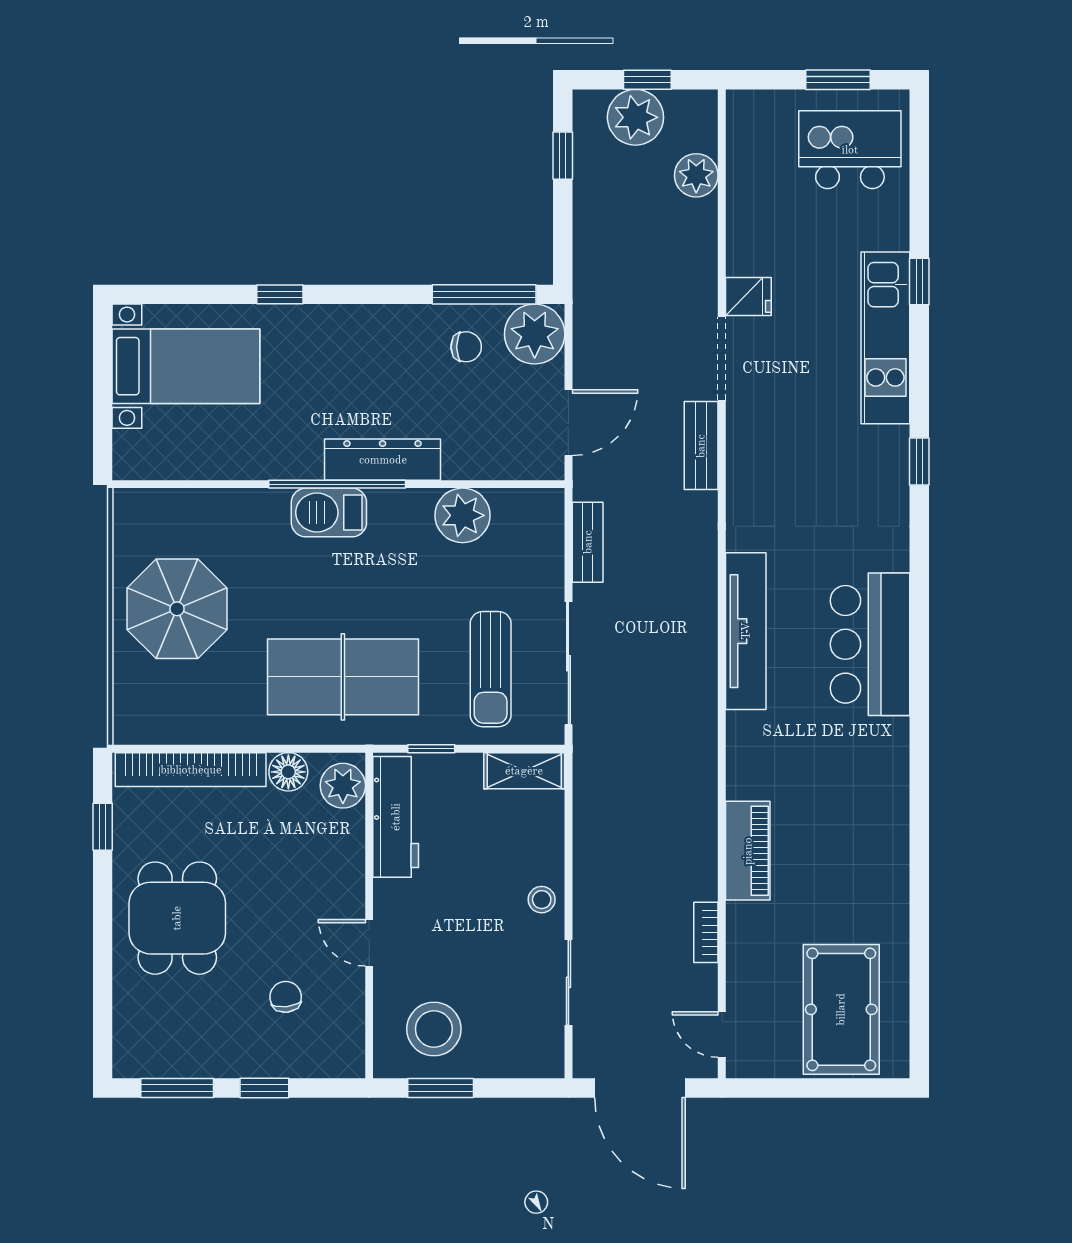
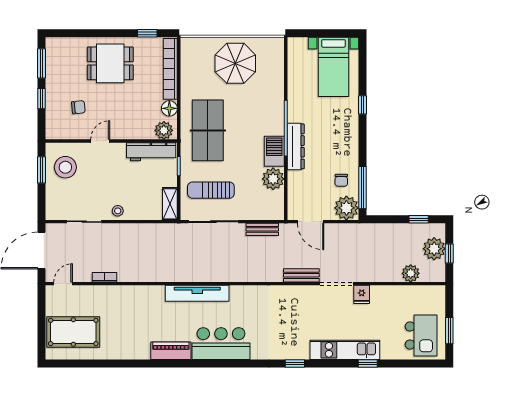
barbecue: (329, 512) -> (274, 151), moved
tv unit: (746, 631) -> (197, 293), moved
piano: (748, 851) -> (171, 351), moved, turned 180

